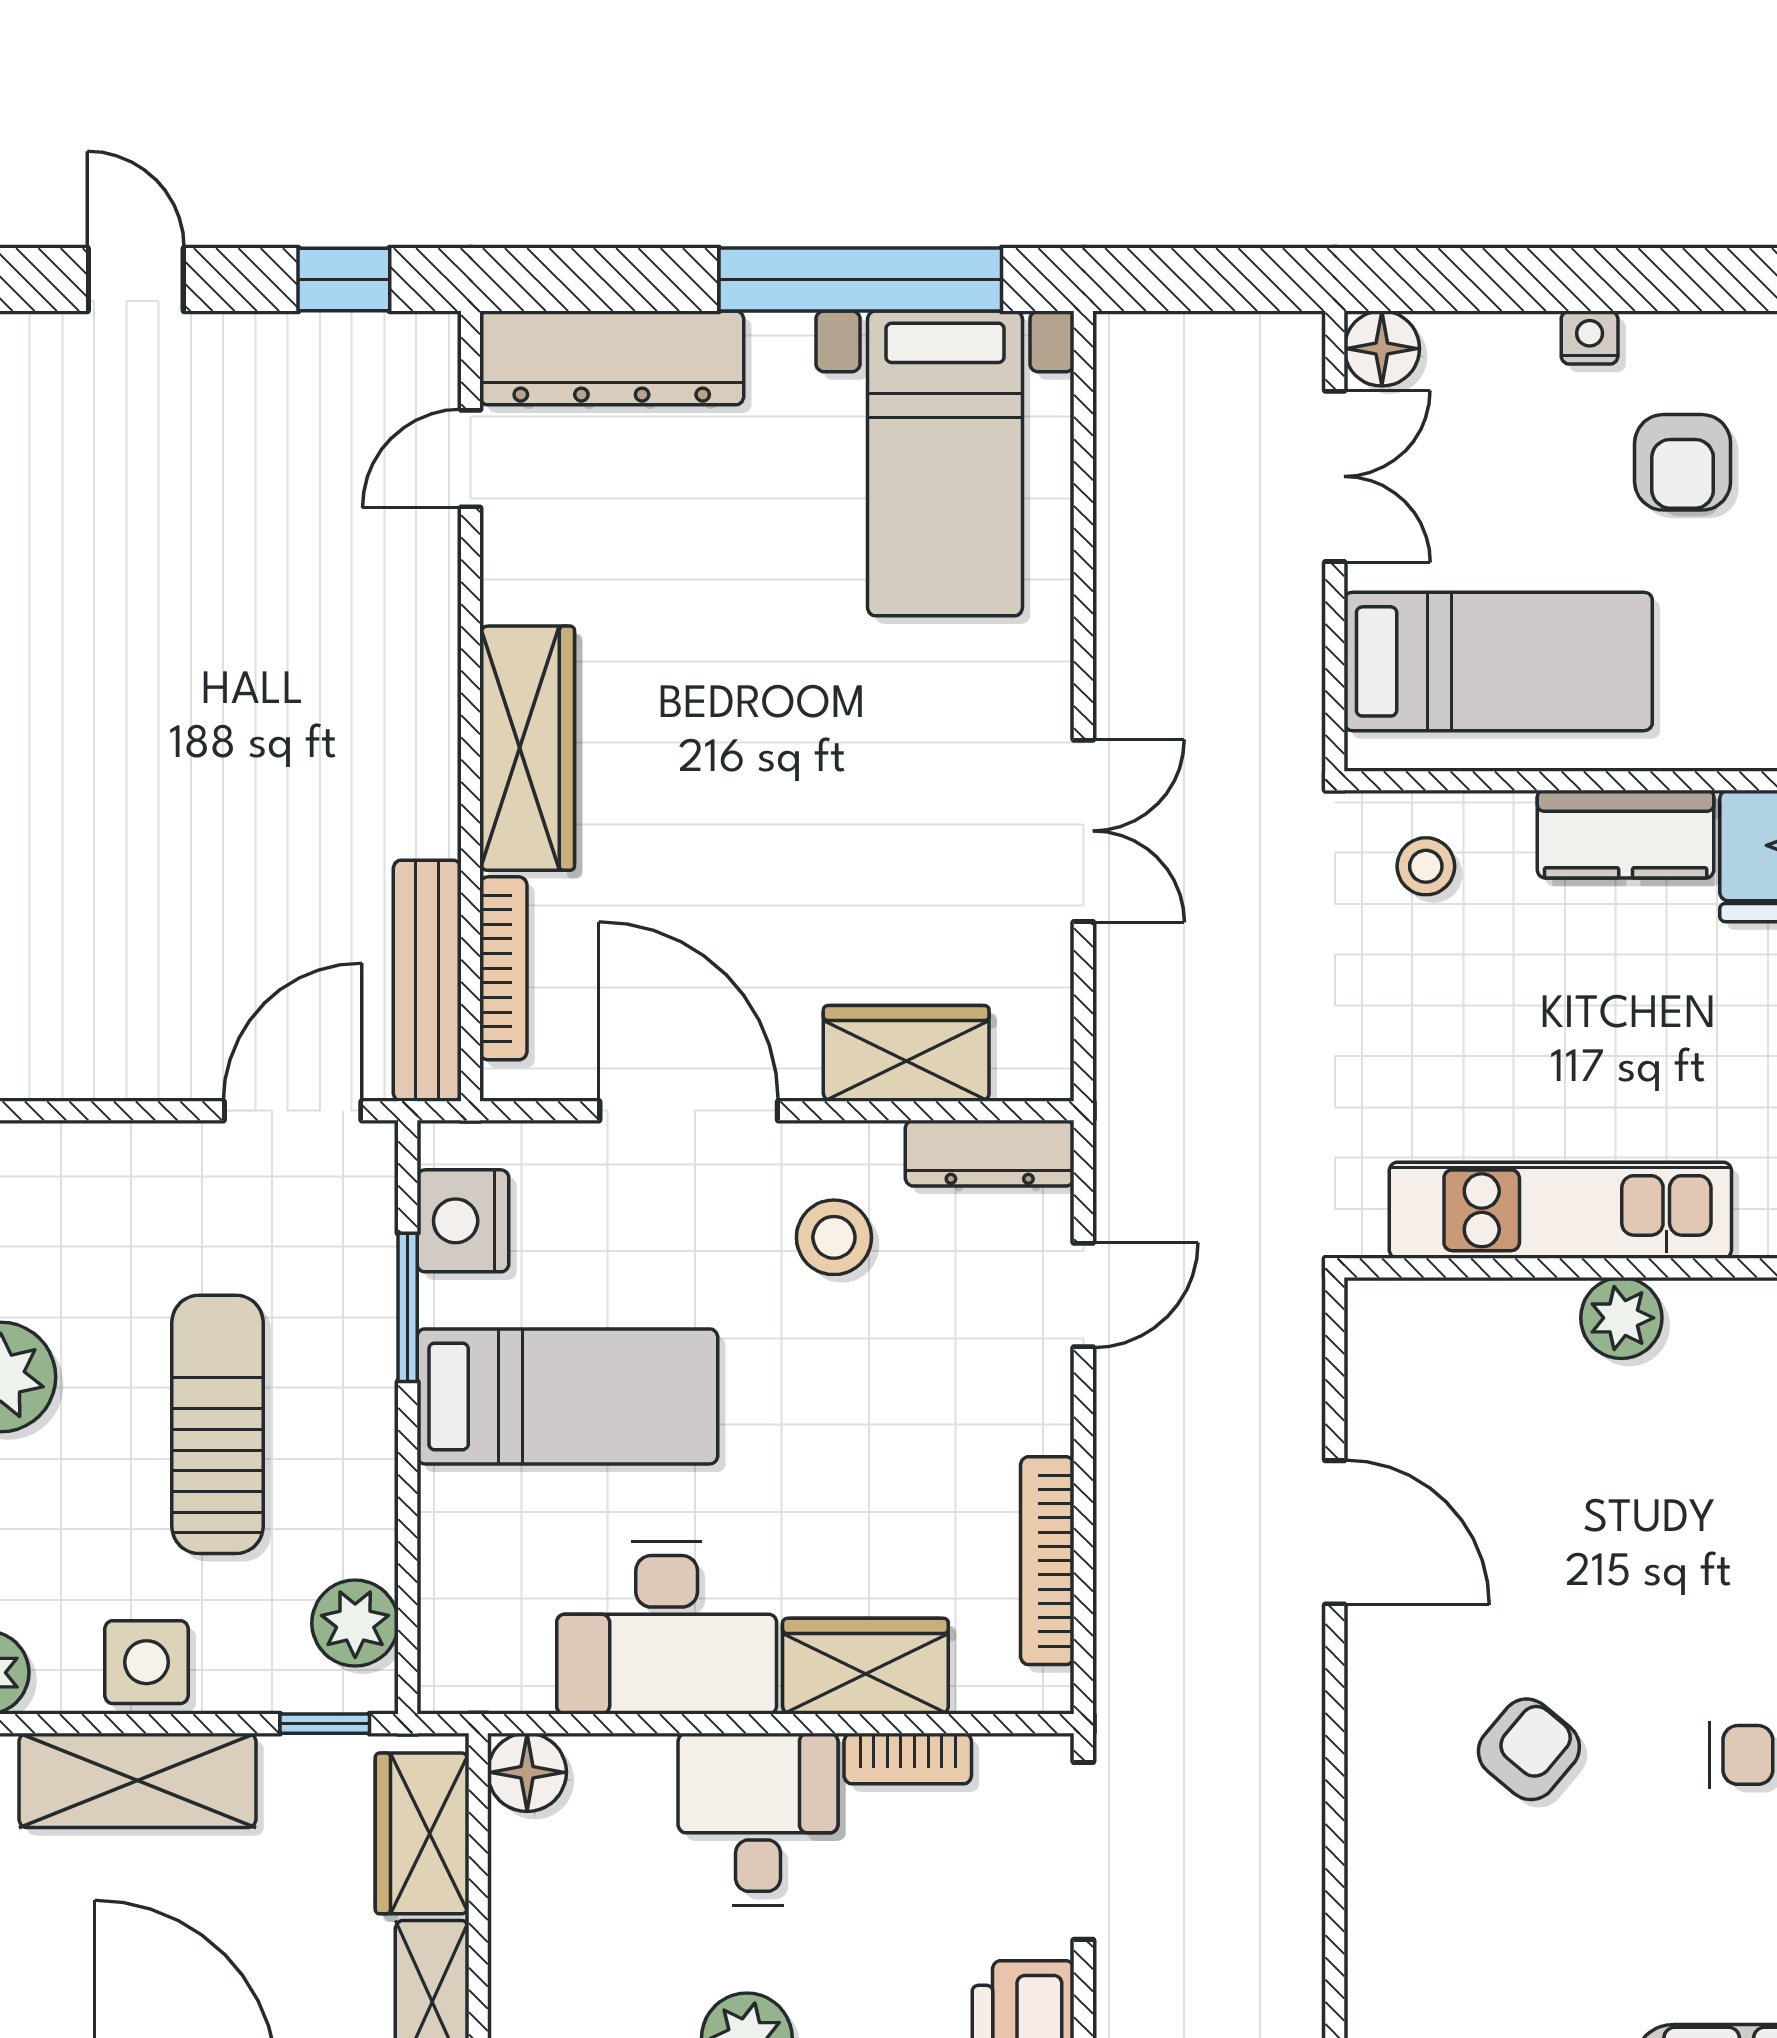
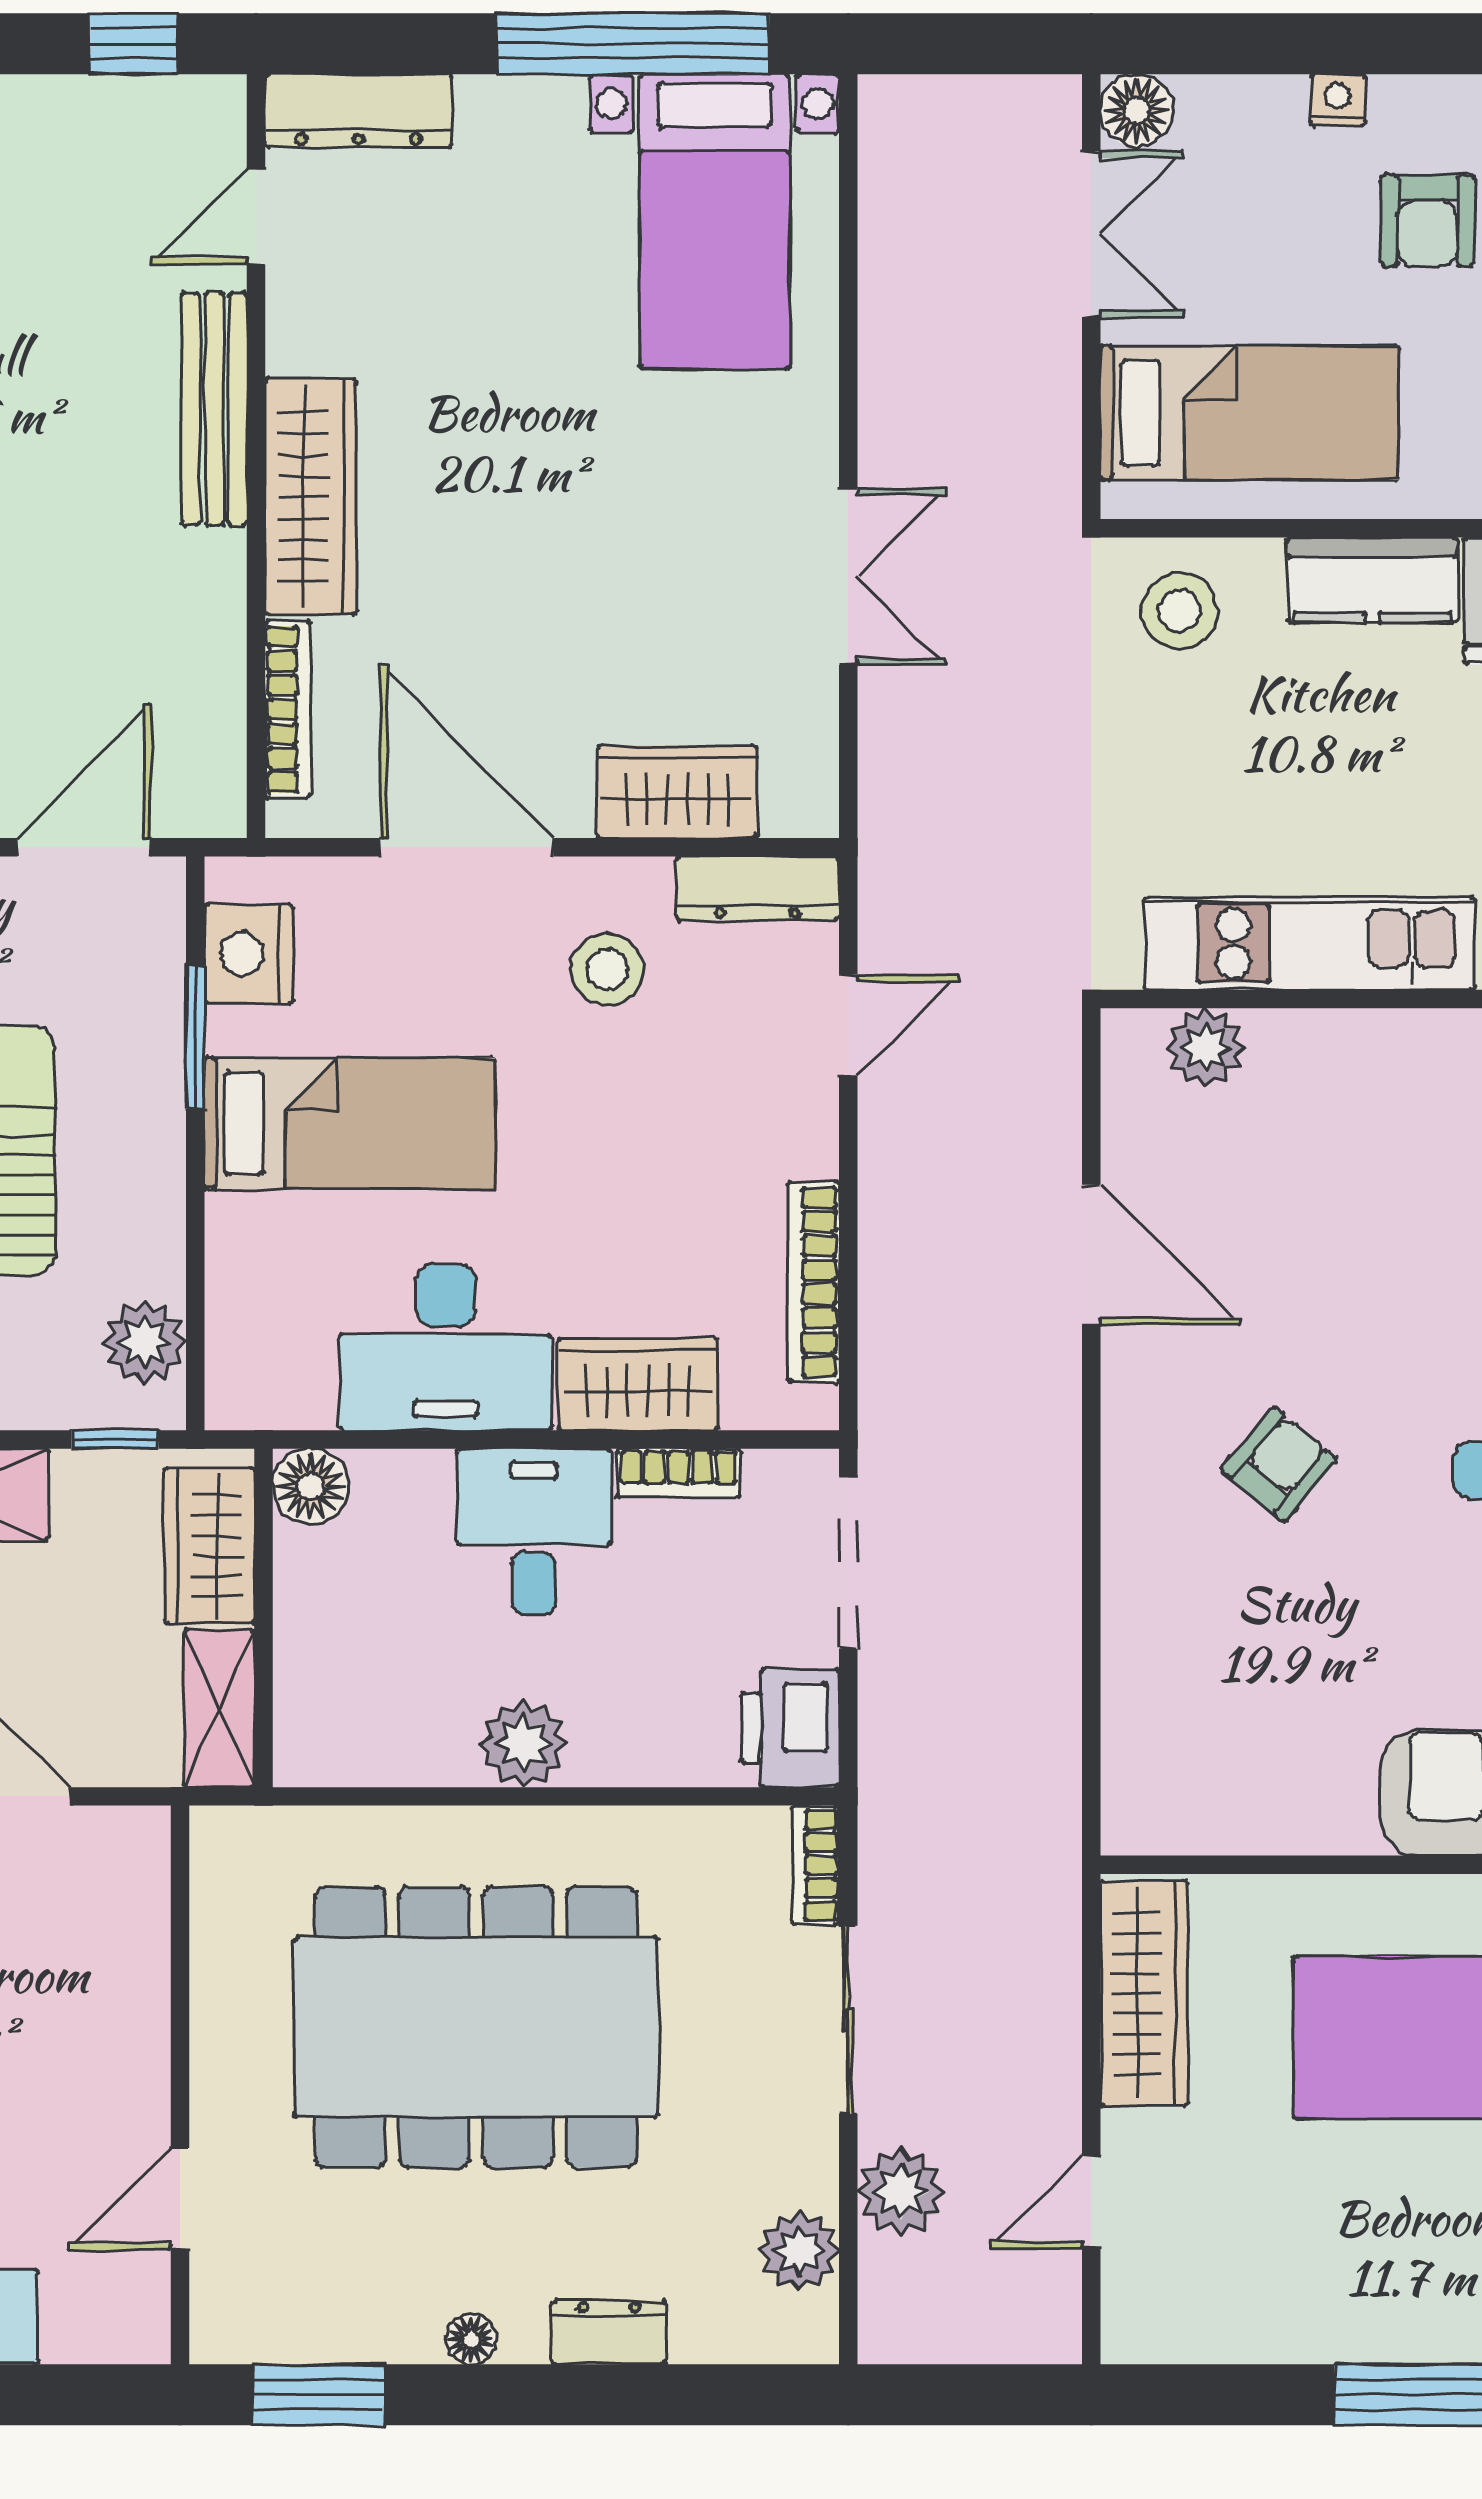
dresser: (612, 358) -> (358, 111), width x0.73, depth x0.80
stool: (1426, 866) -> (1179, 611), width x1.37, depth x1.37
bench: (427, 981) -> (214, 409), moved
plant: (1621, 1318) -> (1206, 1047), moved

